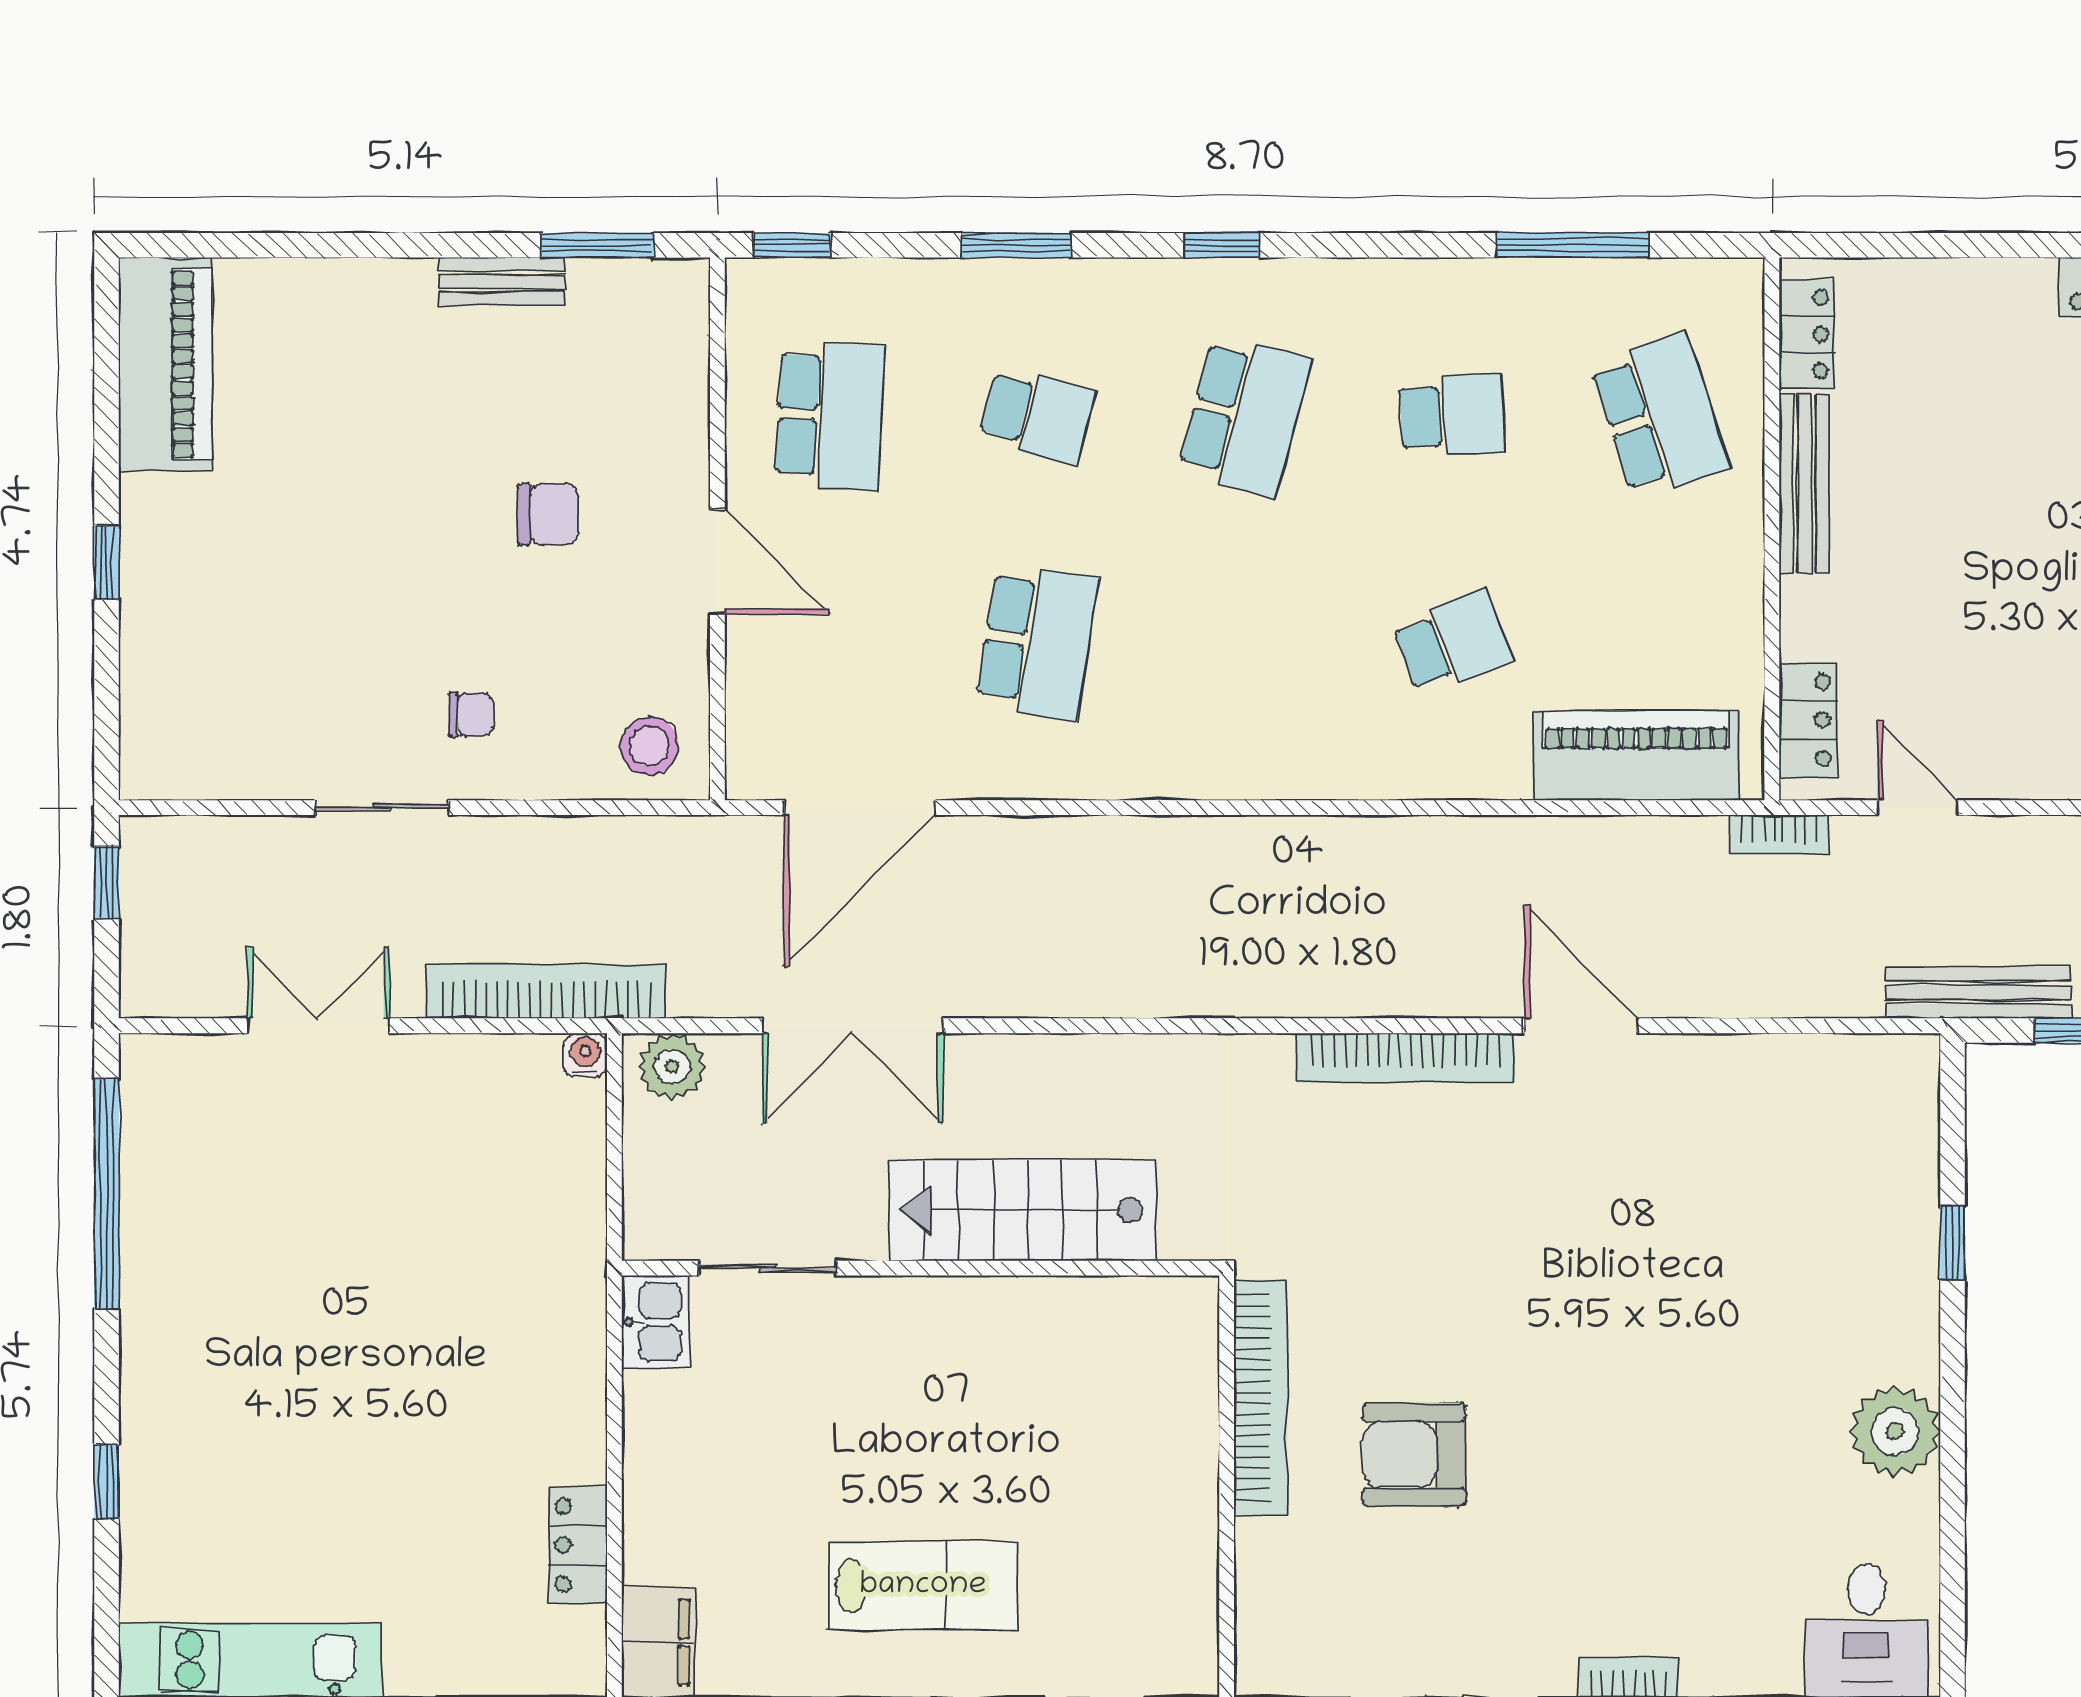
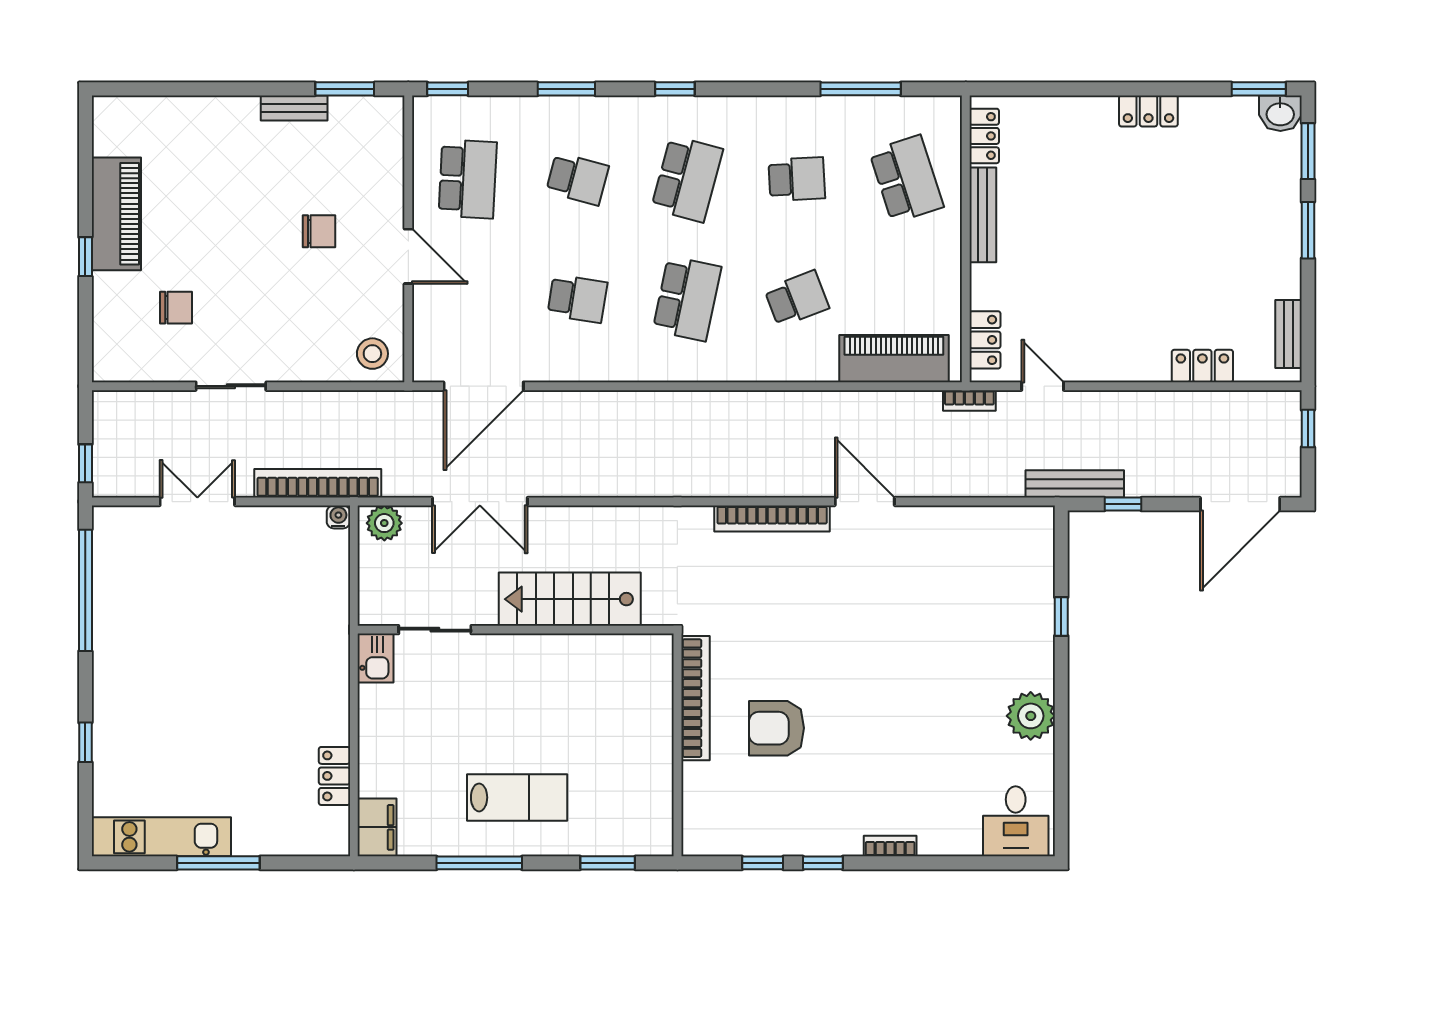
piano: (165, 364) -> (116, 214), moved
school desk: (1037, 642) -> (577, 299), width x0.54
school desk: (1245, 642) -> (687, 299), added
chair: (471, 715) -> (176, 308), moved, width x1.37, depth x1.37
window: (107, 882) -> (85, 463), moved

